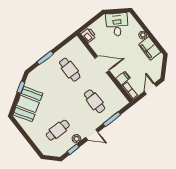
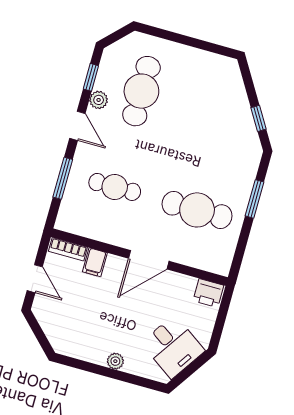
filing cabinet: (150, 48) -> (87, 347), removed
cafe table: (70, 70) -> (197, 210), width x1.37, depth x1.35
booth: (28, 104) -> (226, 98), removed
cafe table: (58, 130) -> (141, 91), width x1.37, depth x1.35
door: (92, 135) -> (77, 126), swing flipped

